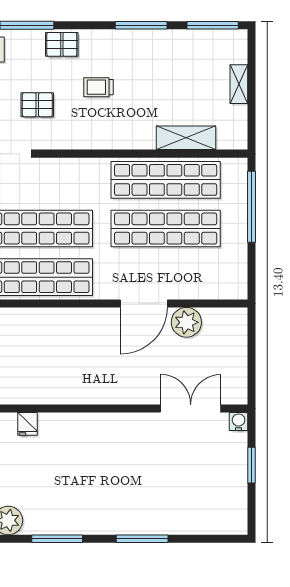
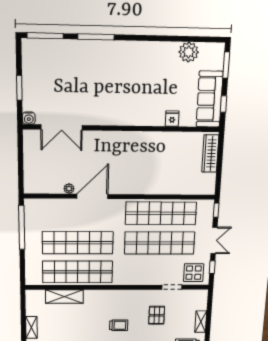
pallet: (37, 105) -> (157, 315), turned 90
window: (252, 207) -> (22, 227), moved
plant: (186, 322) -> (69, 189), width x0.53, depth x0.53
window: (57, 539) -> (45, 36), moved

